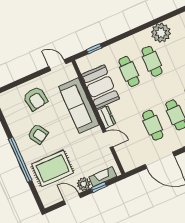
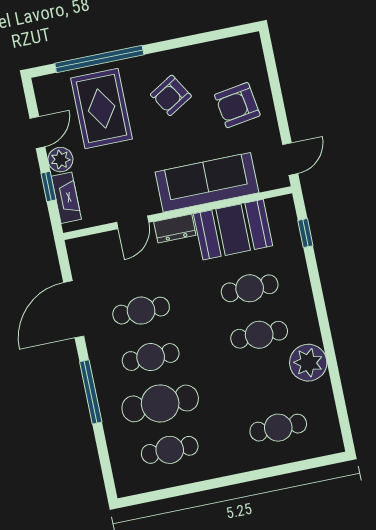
window: (20, 160) -> (99, 59), moved

